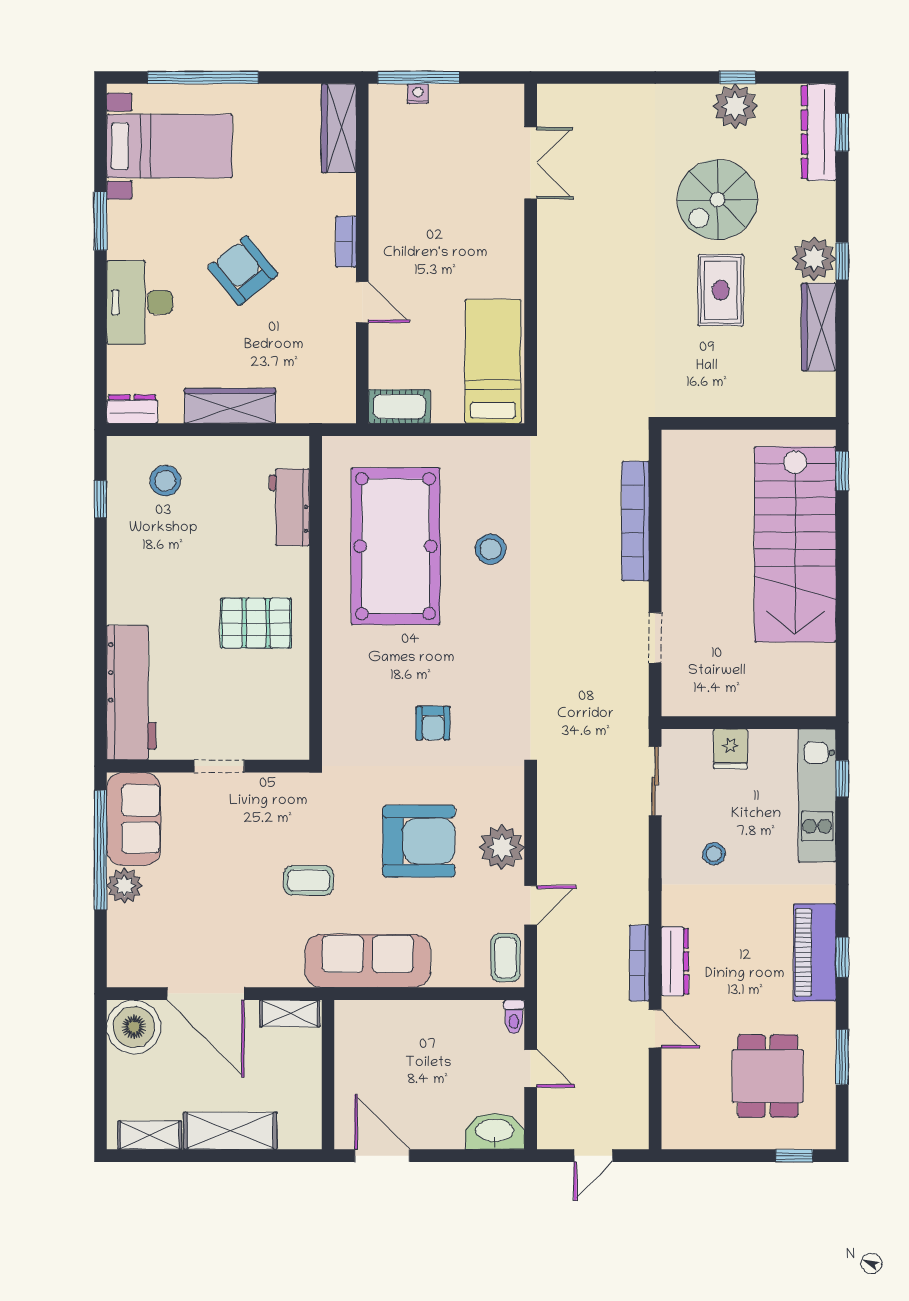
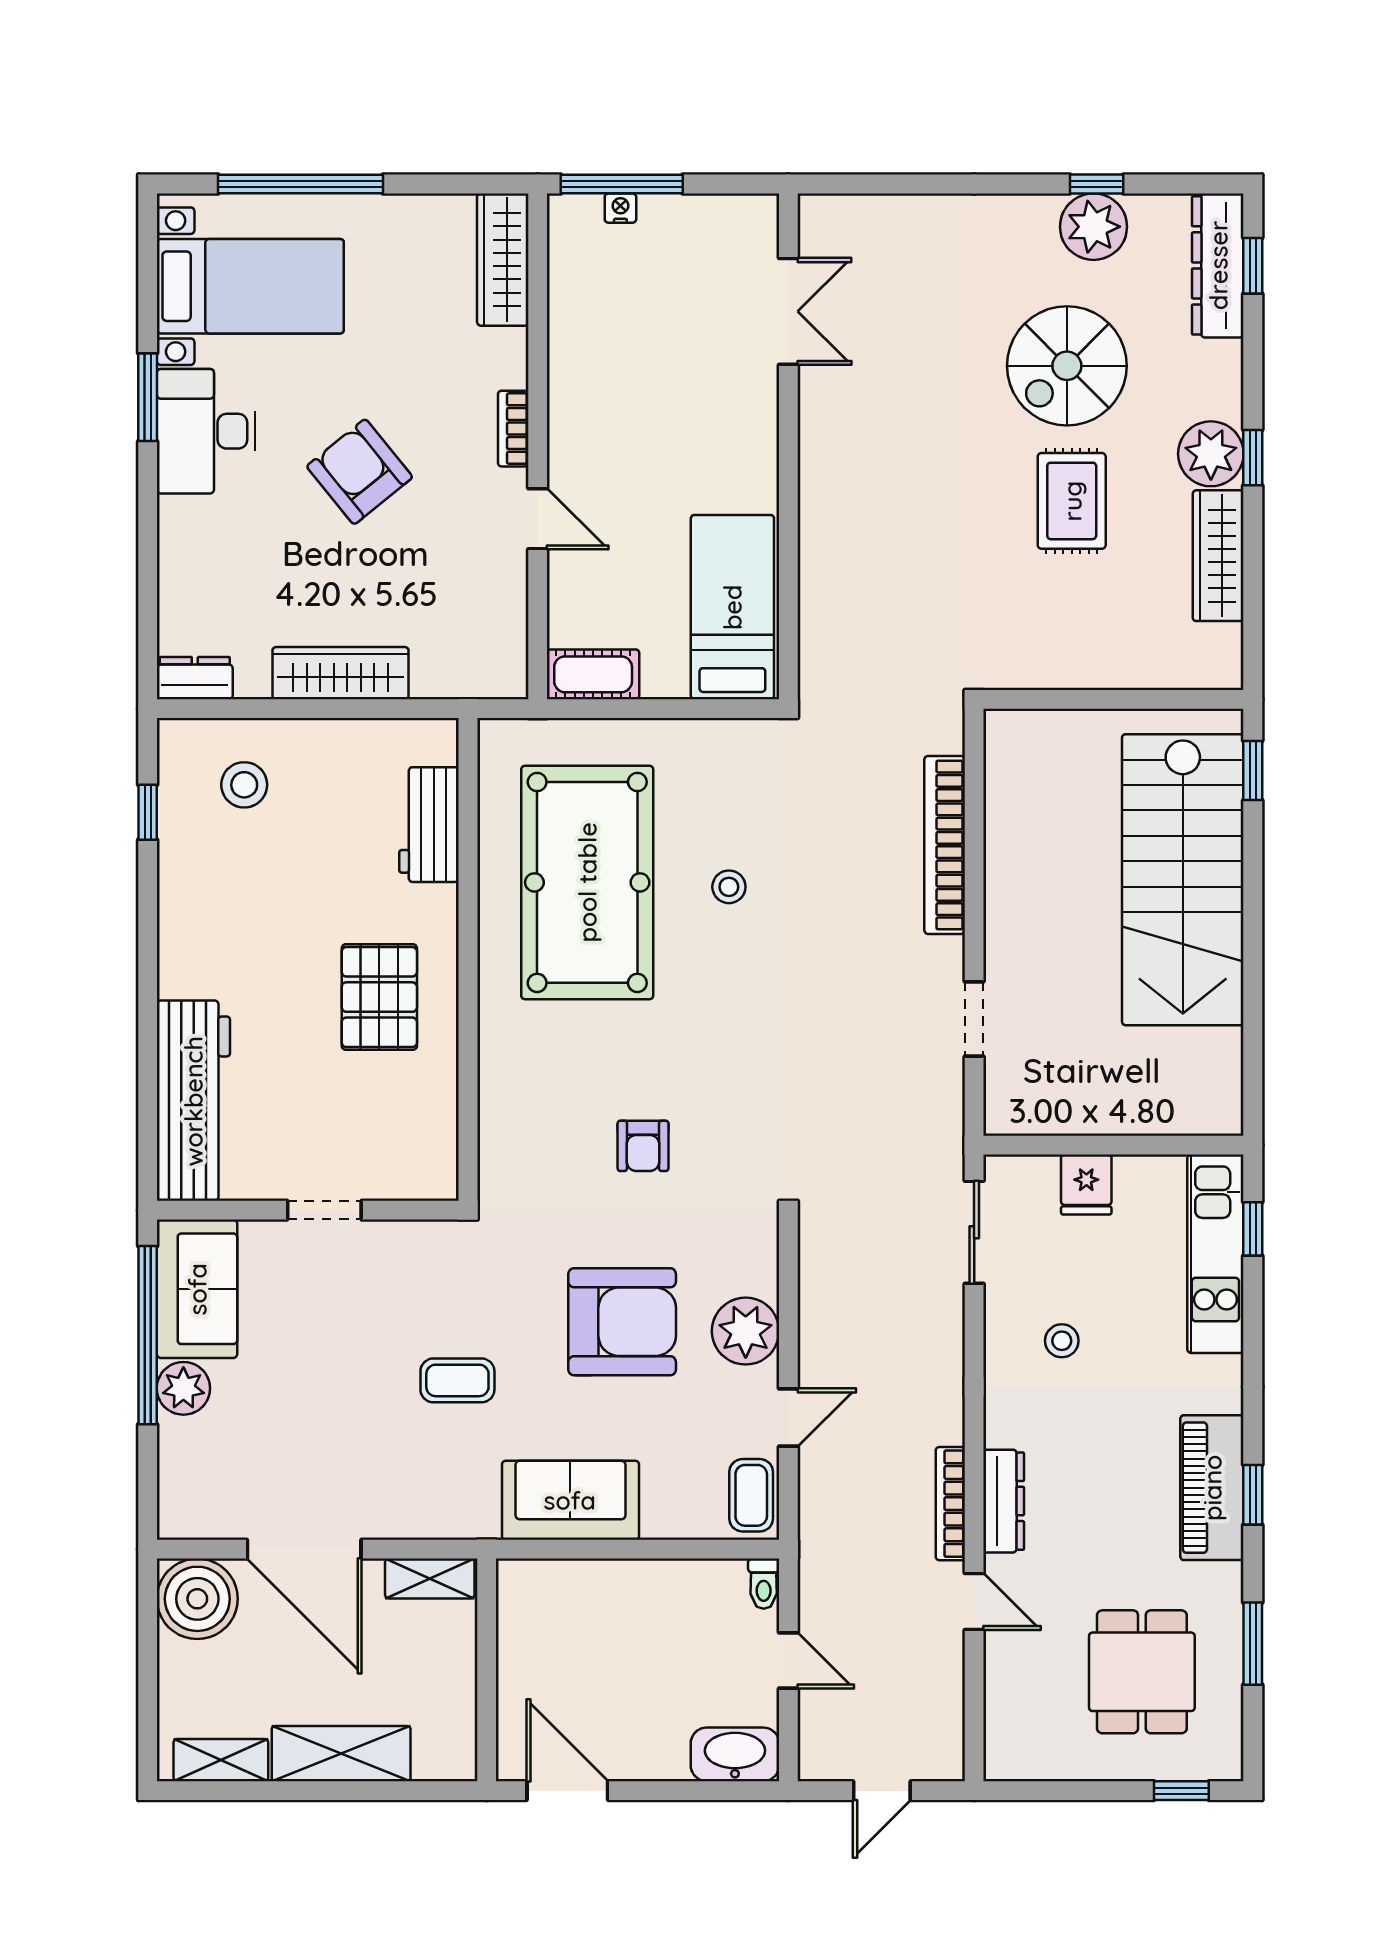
desk: (140, 302) -> (206, 431), moved
stool: (491, 549) -> (729, 887), width x0.73, depth x0.73
pallet: (256, 623) -> (379, 997), turned 90
sofa: (368, 961) -> (570, 1500), width x0.73

